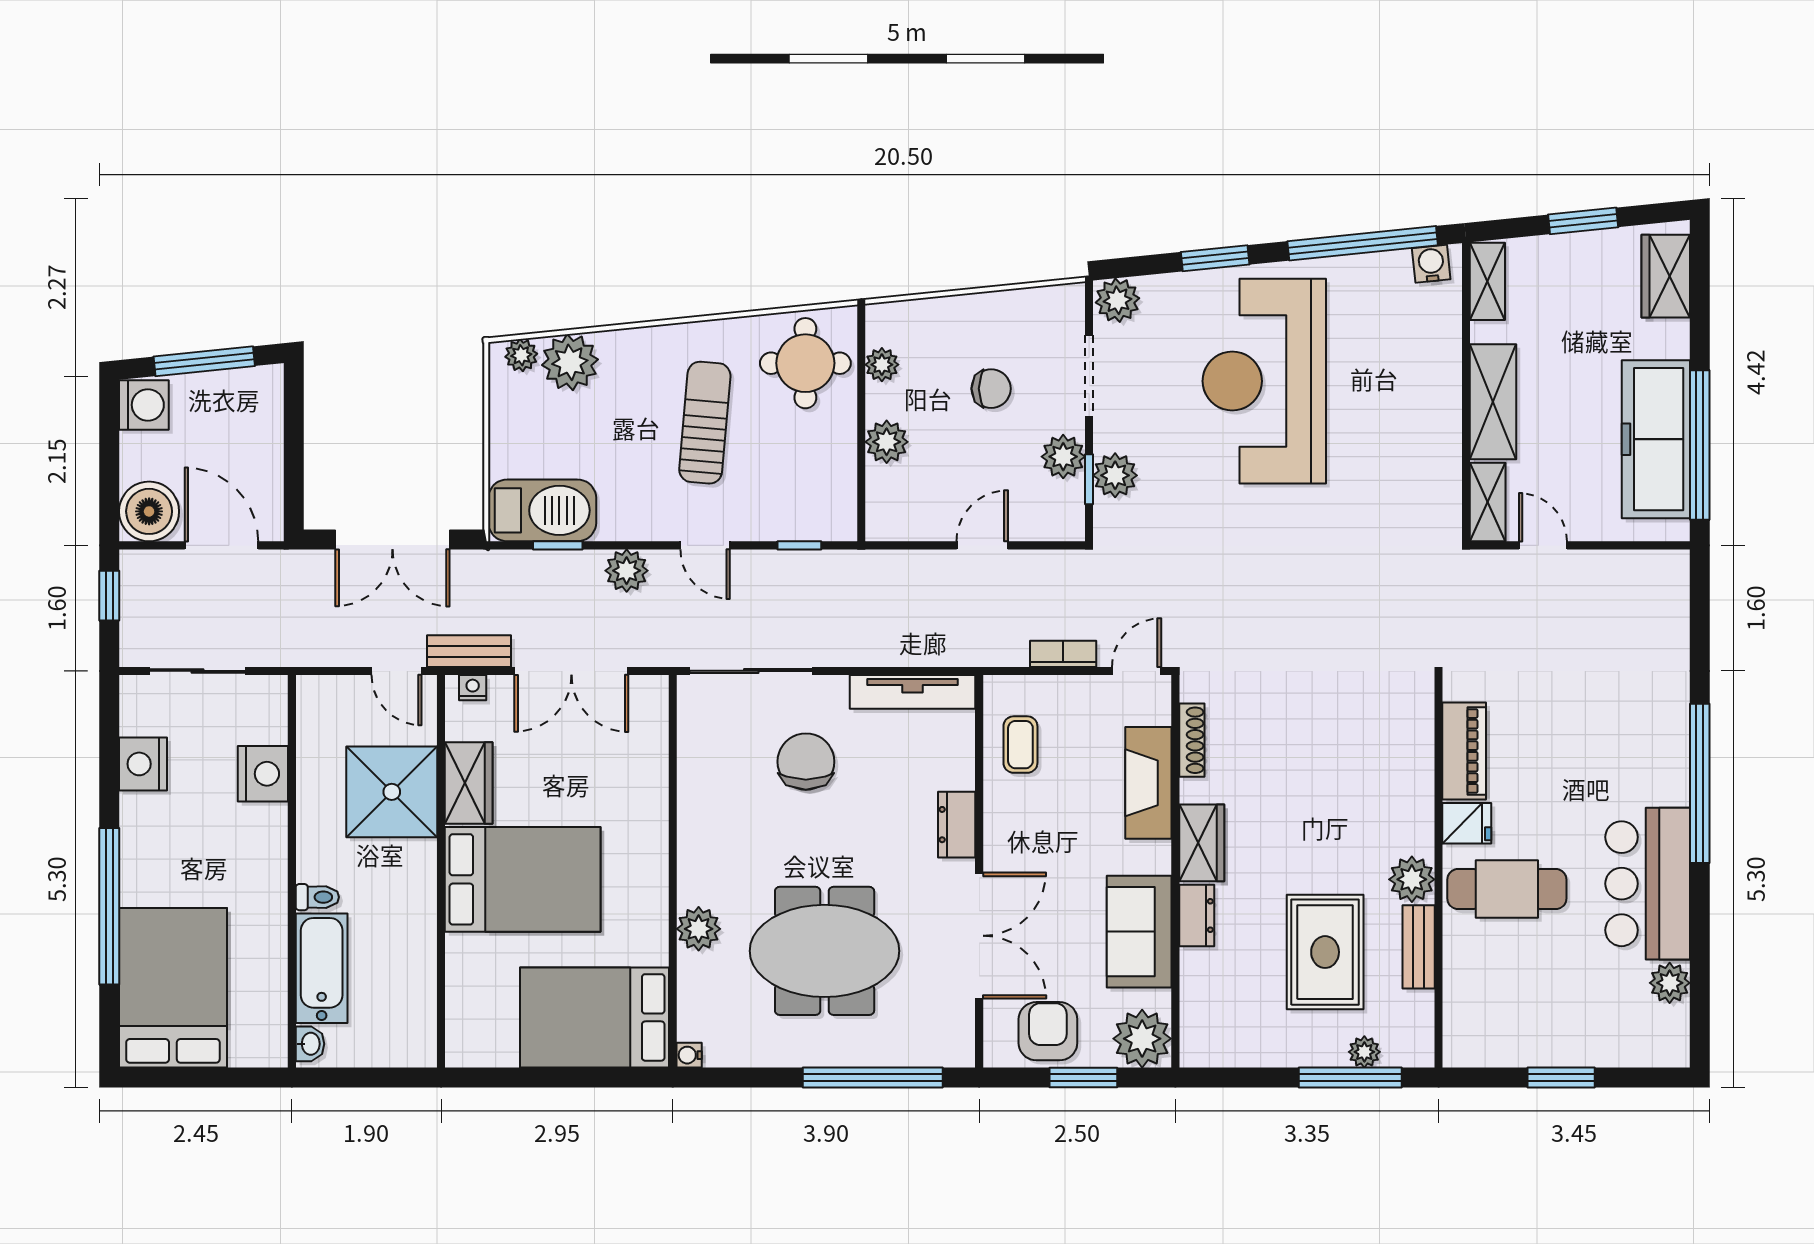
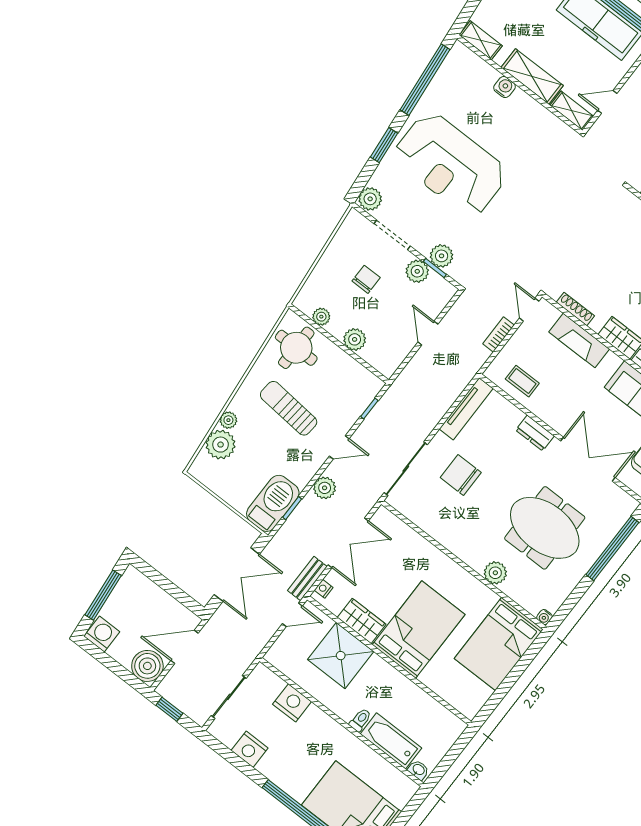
water cooler: (1431, 264) -> (504, 87), moved, turned 96
plant: (521, 355) -> (228, 420), moved
meeting table: (825, 951) -> (545, 528), turned 90

